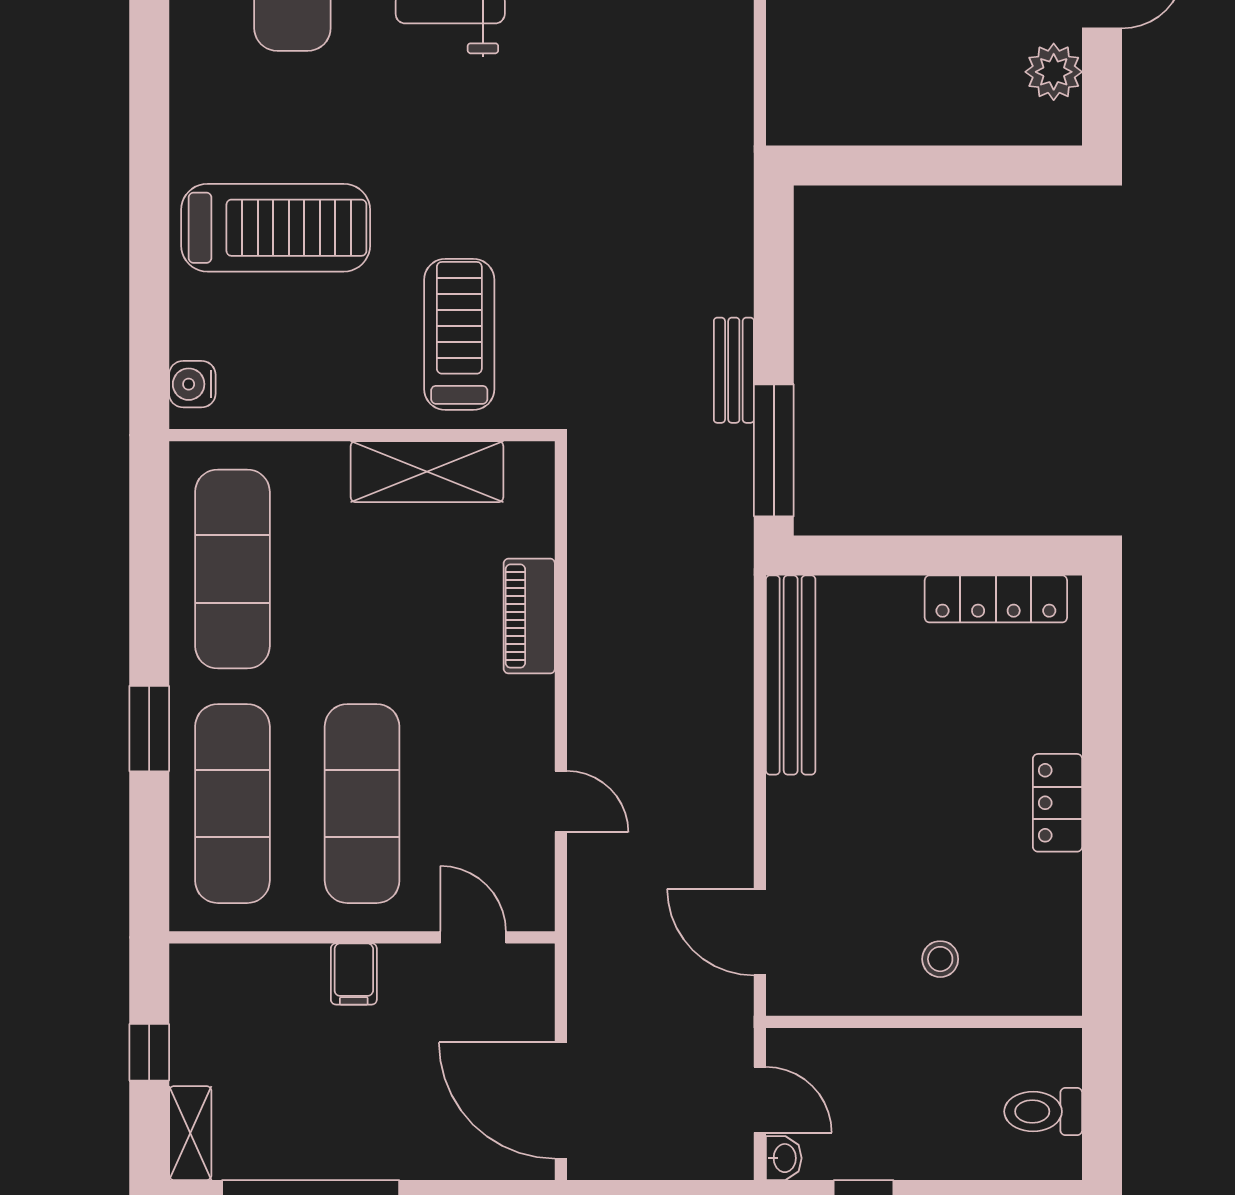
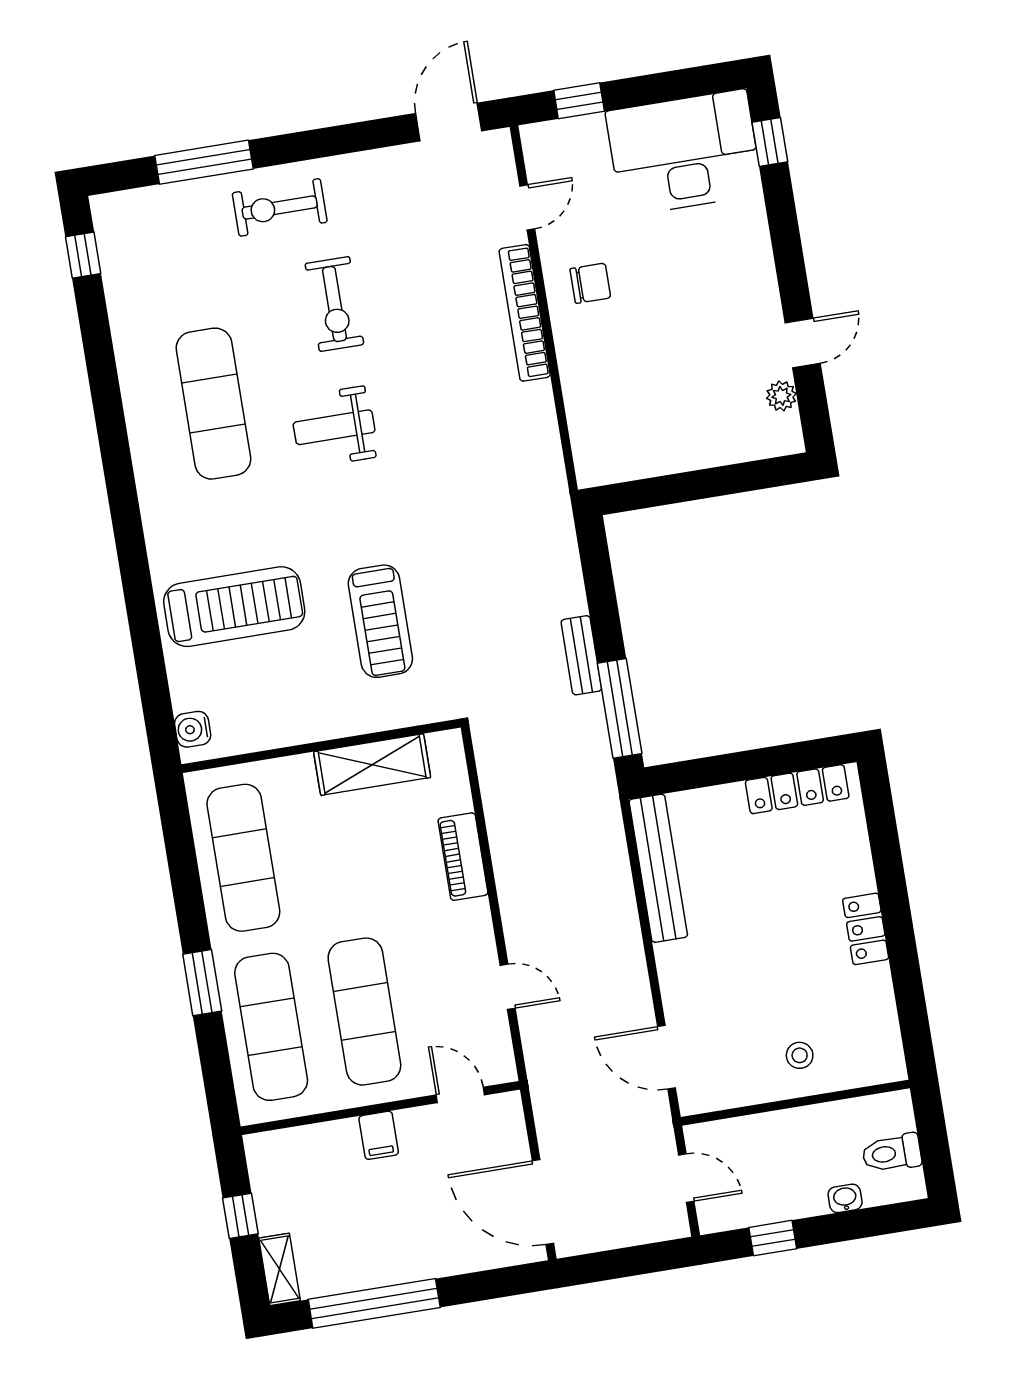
plant: (1054, 72) -> (781, 396), width x0.73, depth x0.73
treadmill: (459, 334) -> (380, 621), moved, turned 180
washbasin: (784, 1158) -> (845, 1198), moved, turned -90

